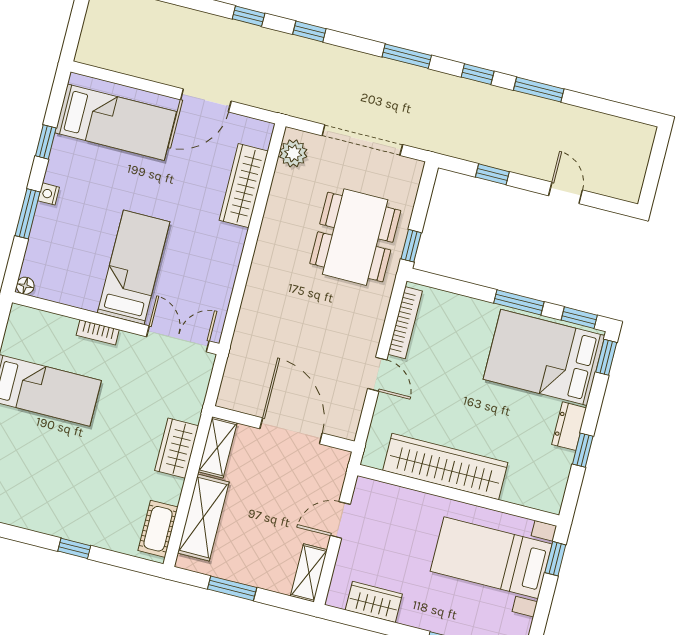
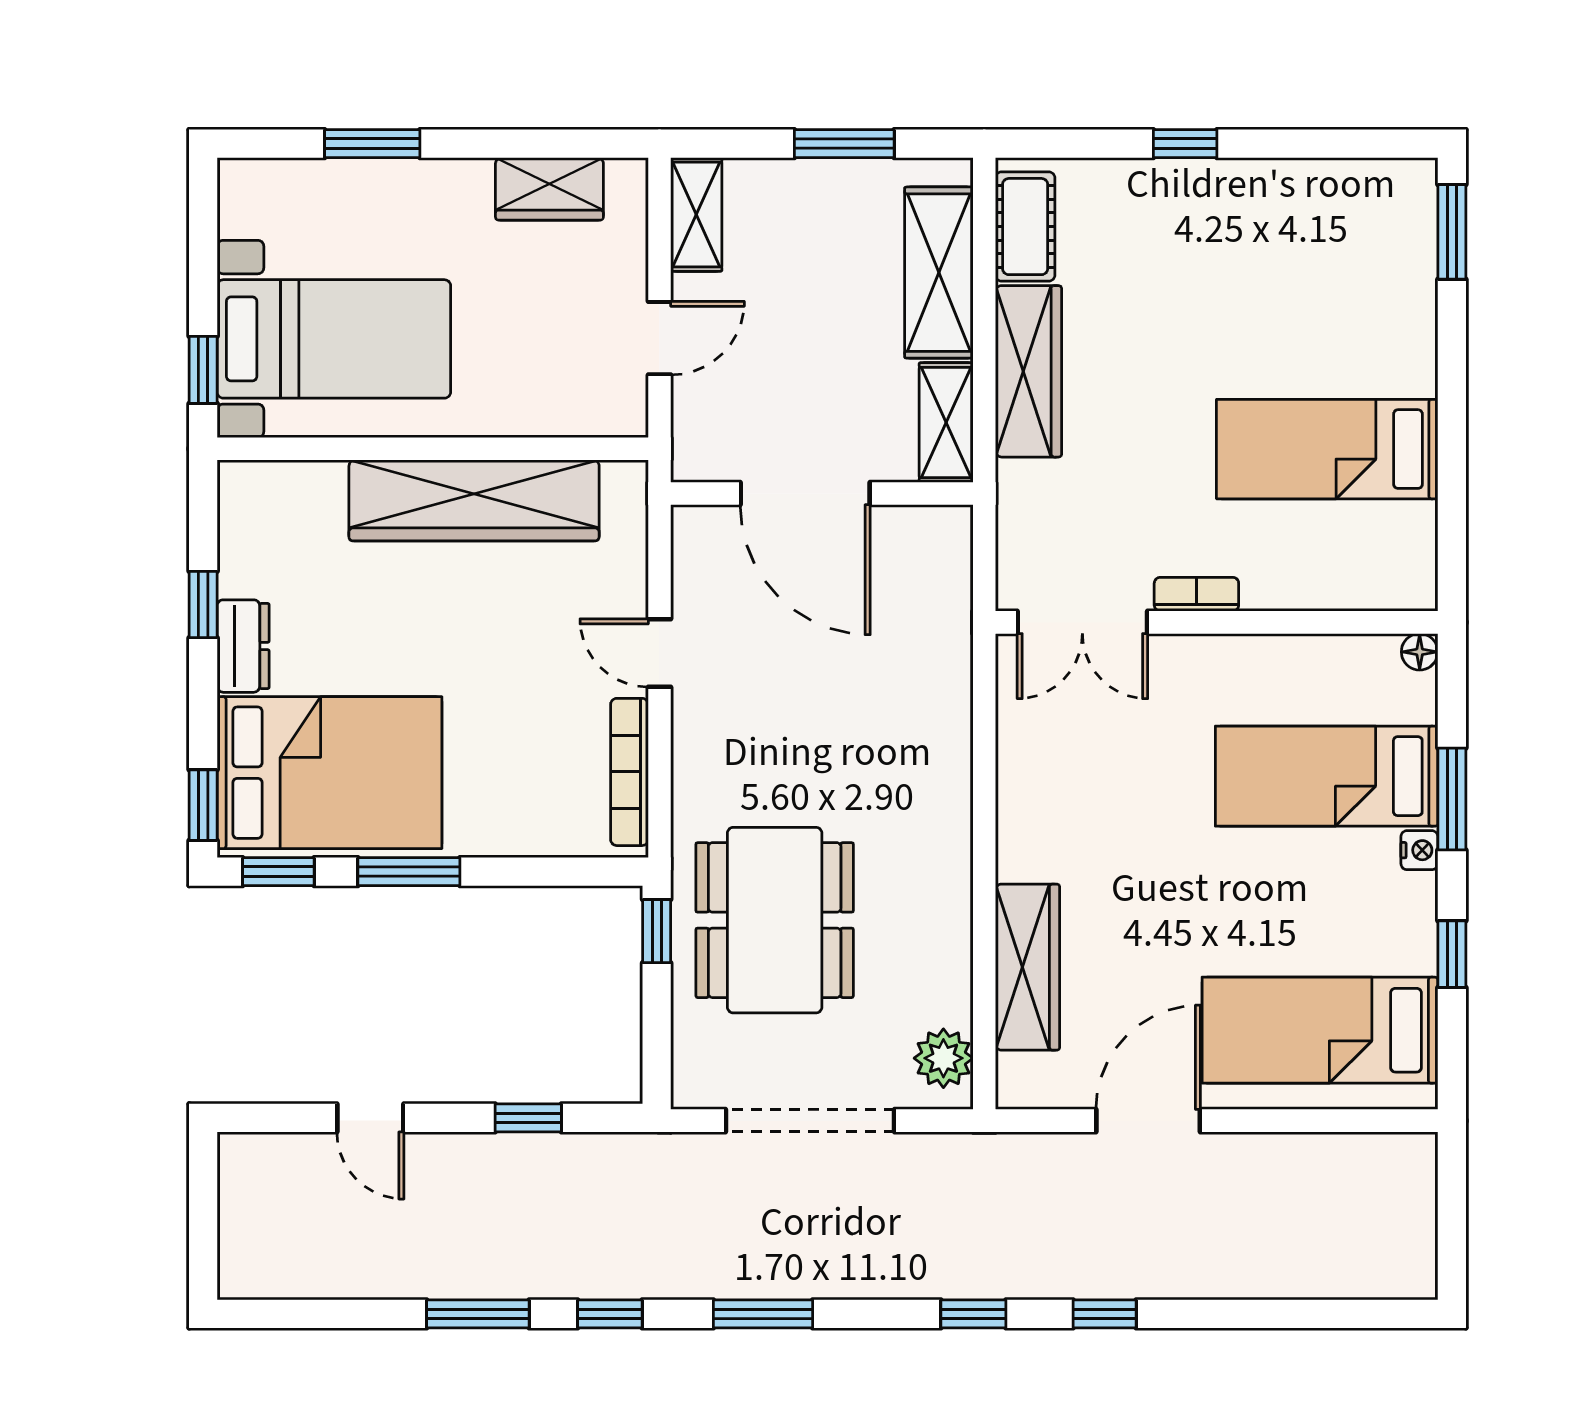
bed: (134, 267) -> (1327, 776), moved, turned 90
bookcase: (98, 332) -> (1196, 594), moved
wardrobe: (177, 448) -> (1029, 371), width x1.50

